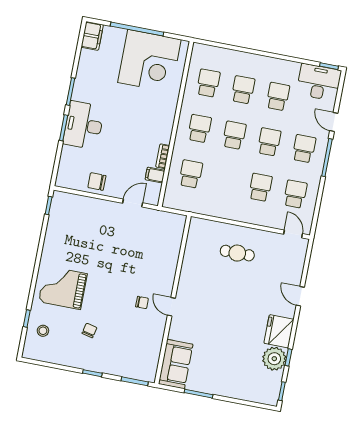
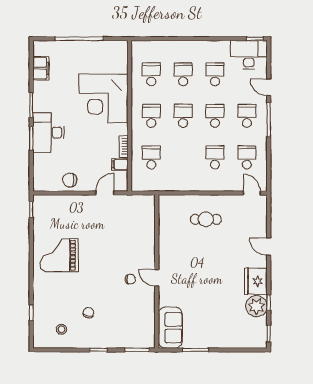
filing cabinet: (92, 36) -> (41, 68), moved
corner desk: (149, 61) -> (103, 98), moved, turned 90
grand piano: (63, 288) -> (59, 255), moved
stool: (43, 331) -> (61, 329), moved

